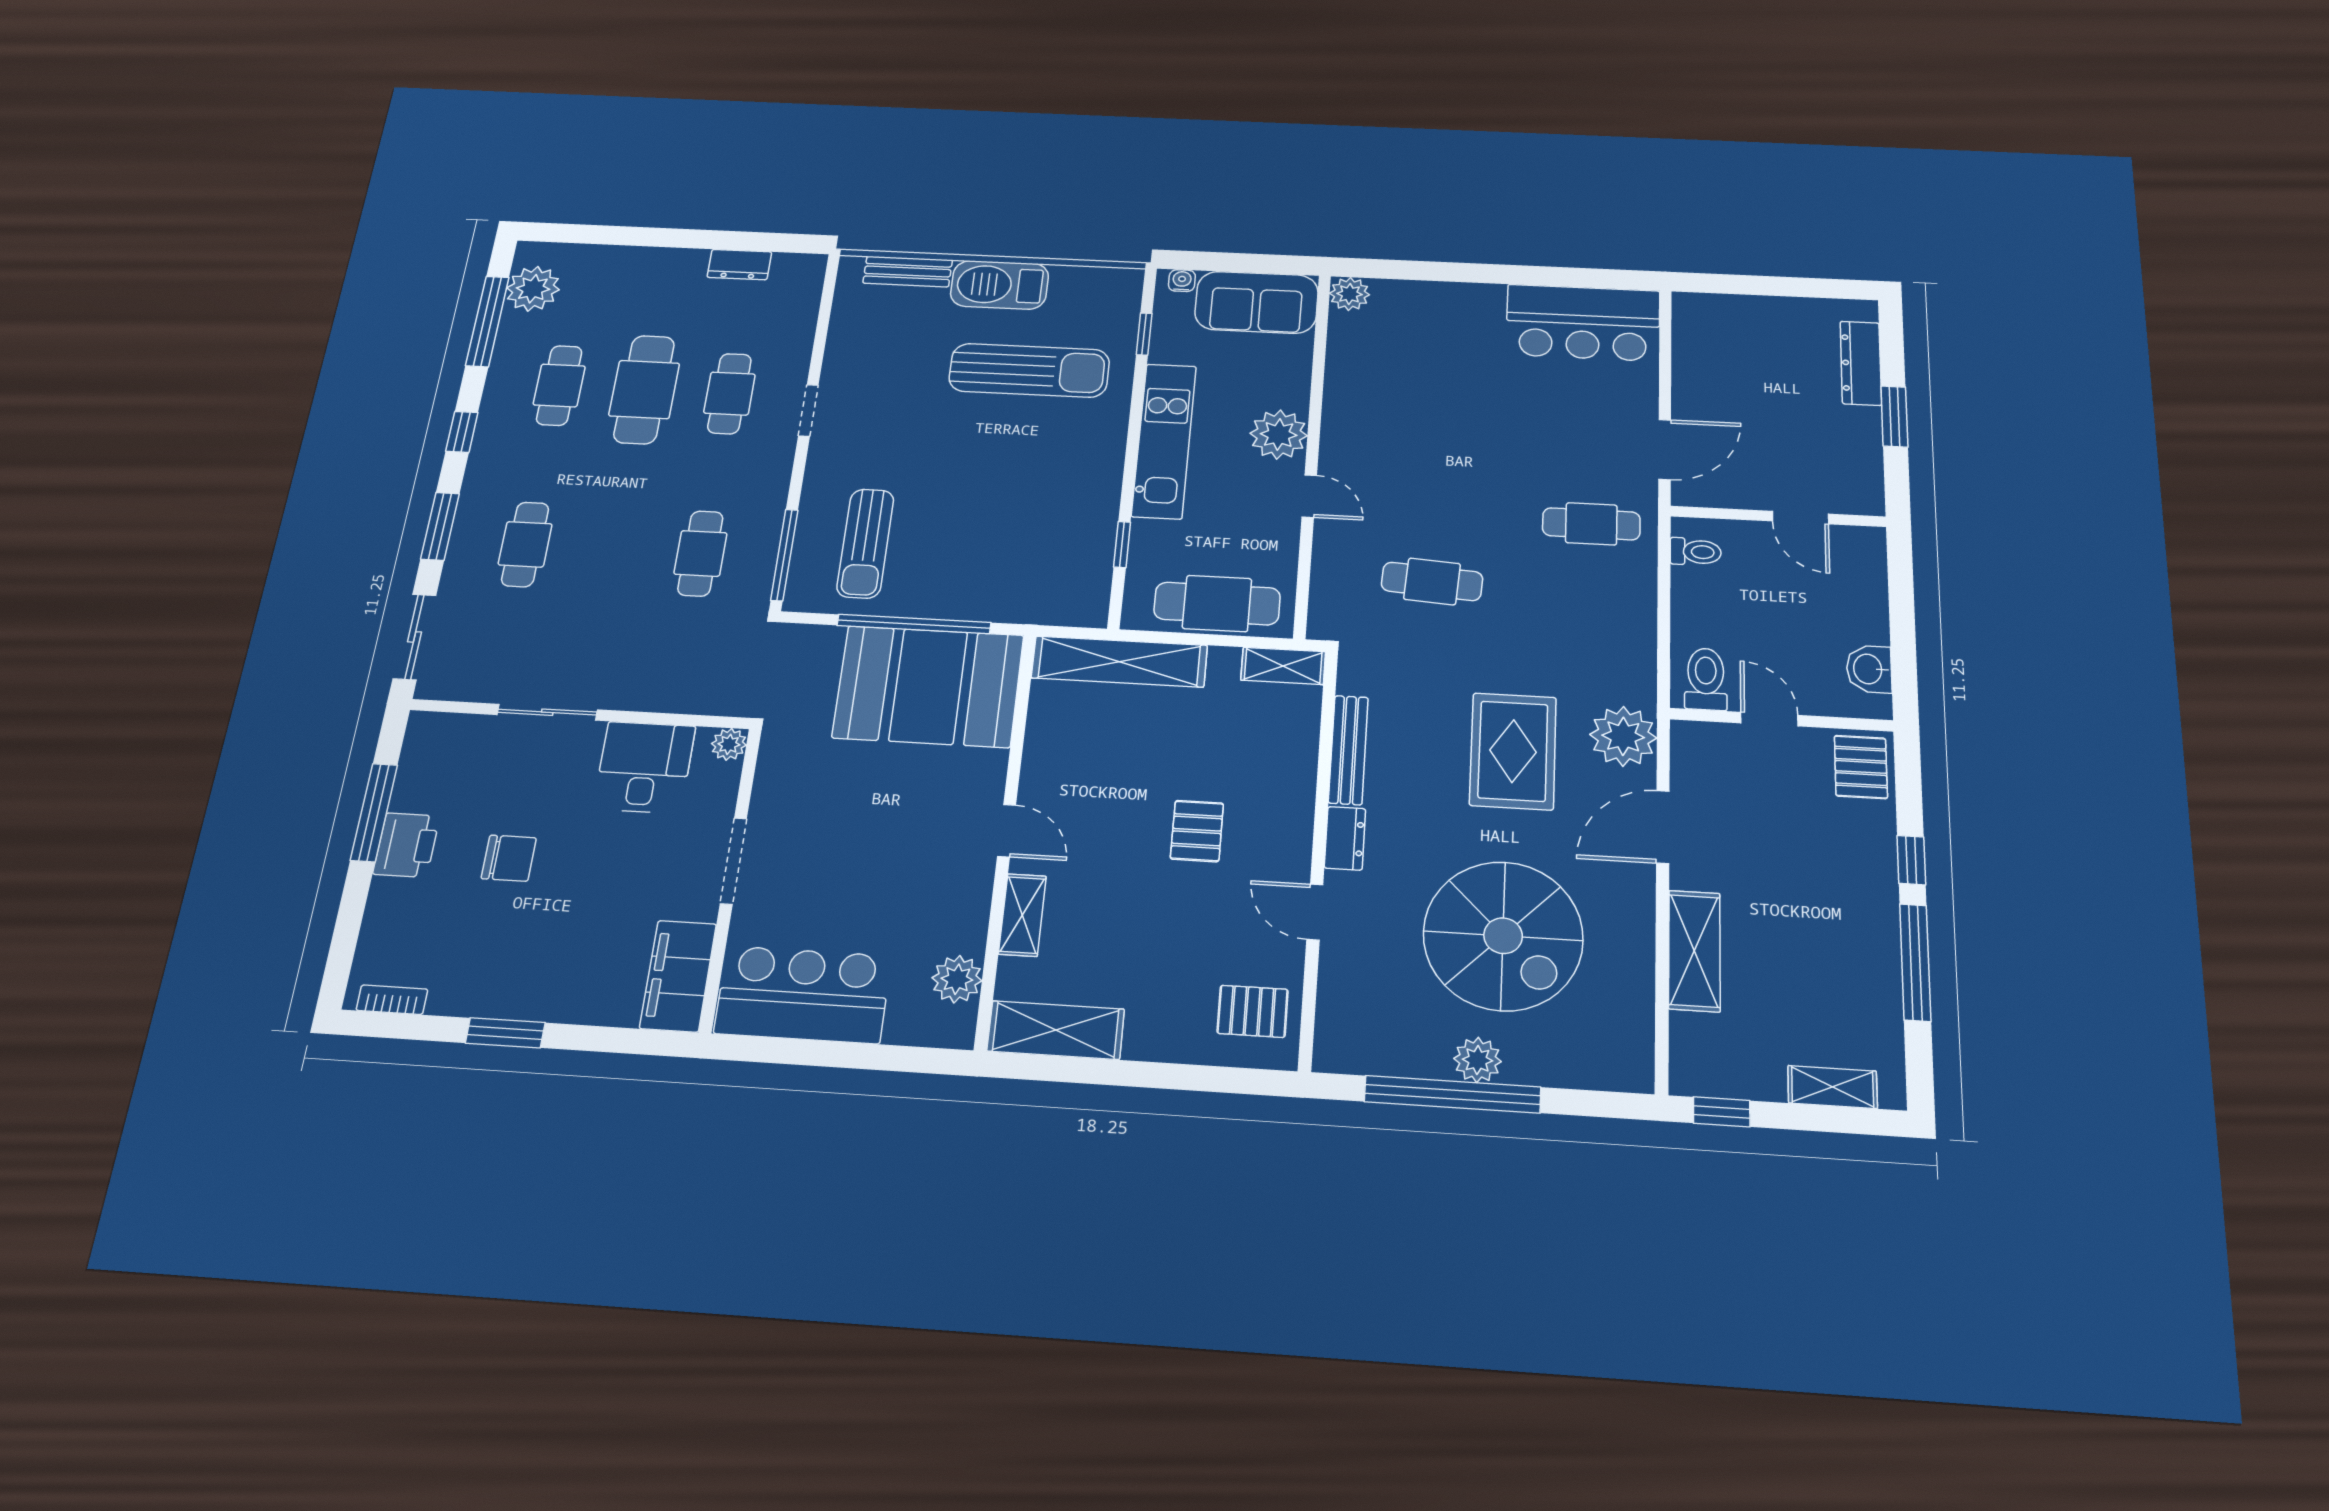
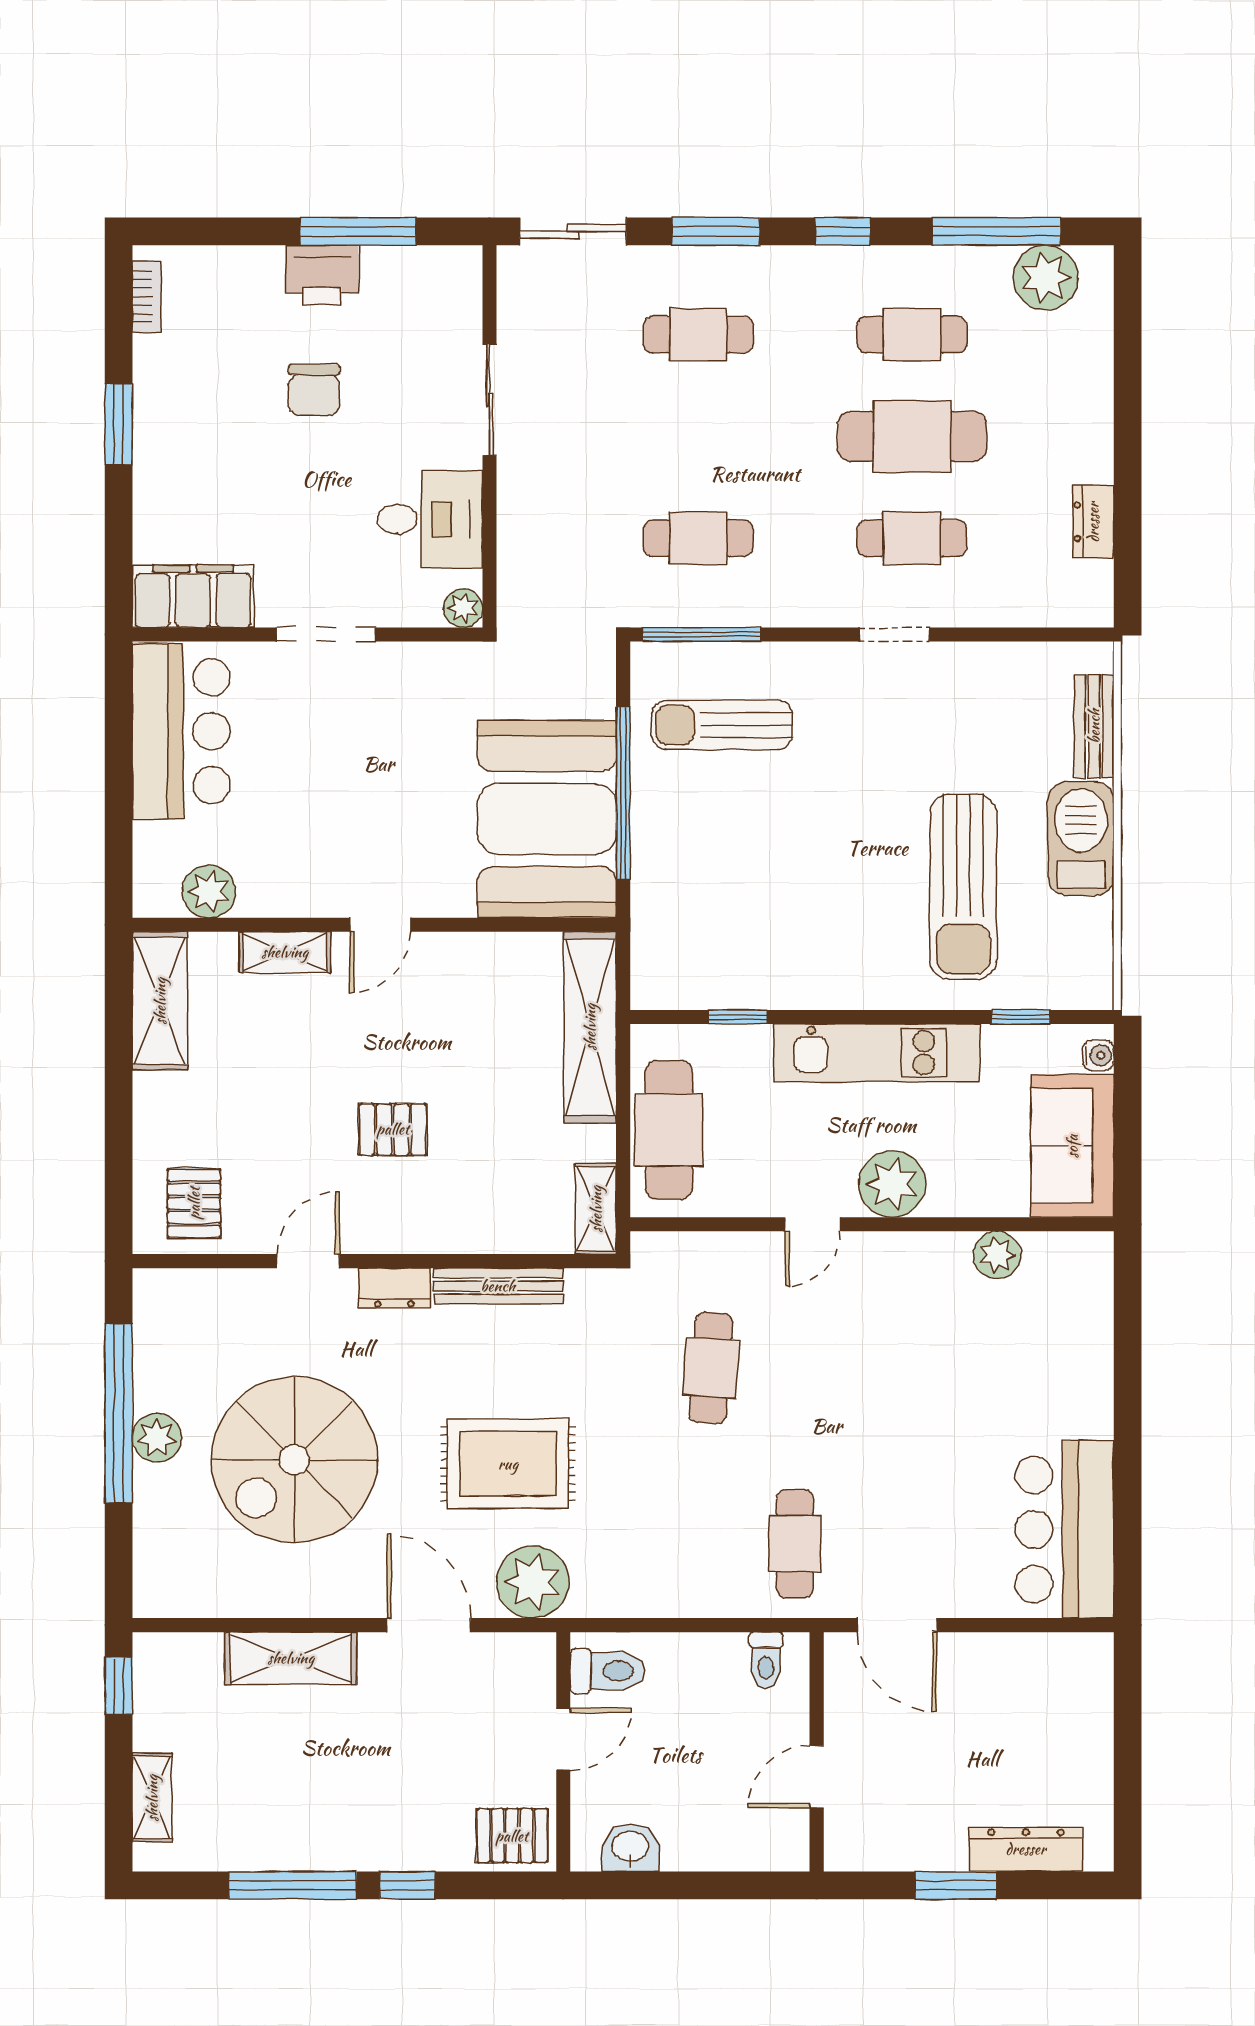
plant: (1350, 294) -> (997, 1255), moved

